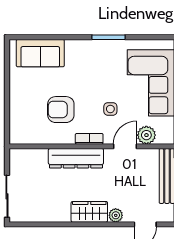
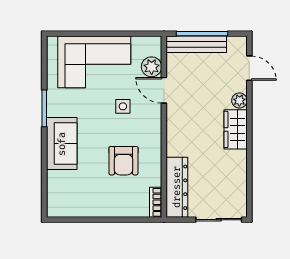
sofa: (40, 53) -> (62, 144), moved
bookcase: (89, 139) -> (156, 202), moved
dresser: (76, 158) -> (177, 187), moved

